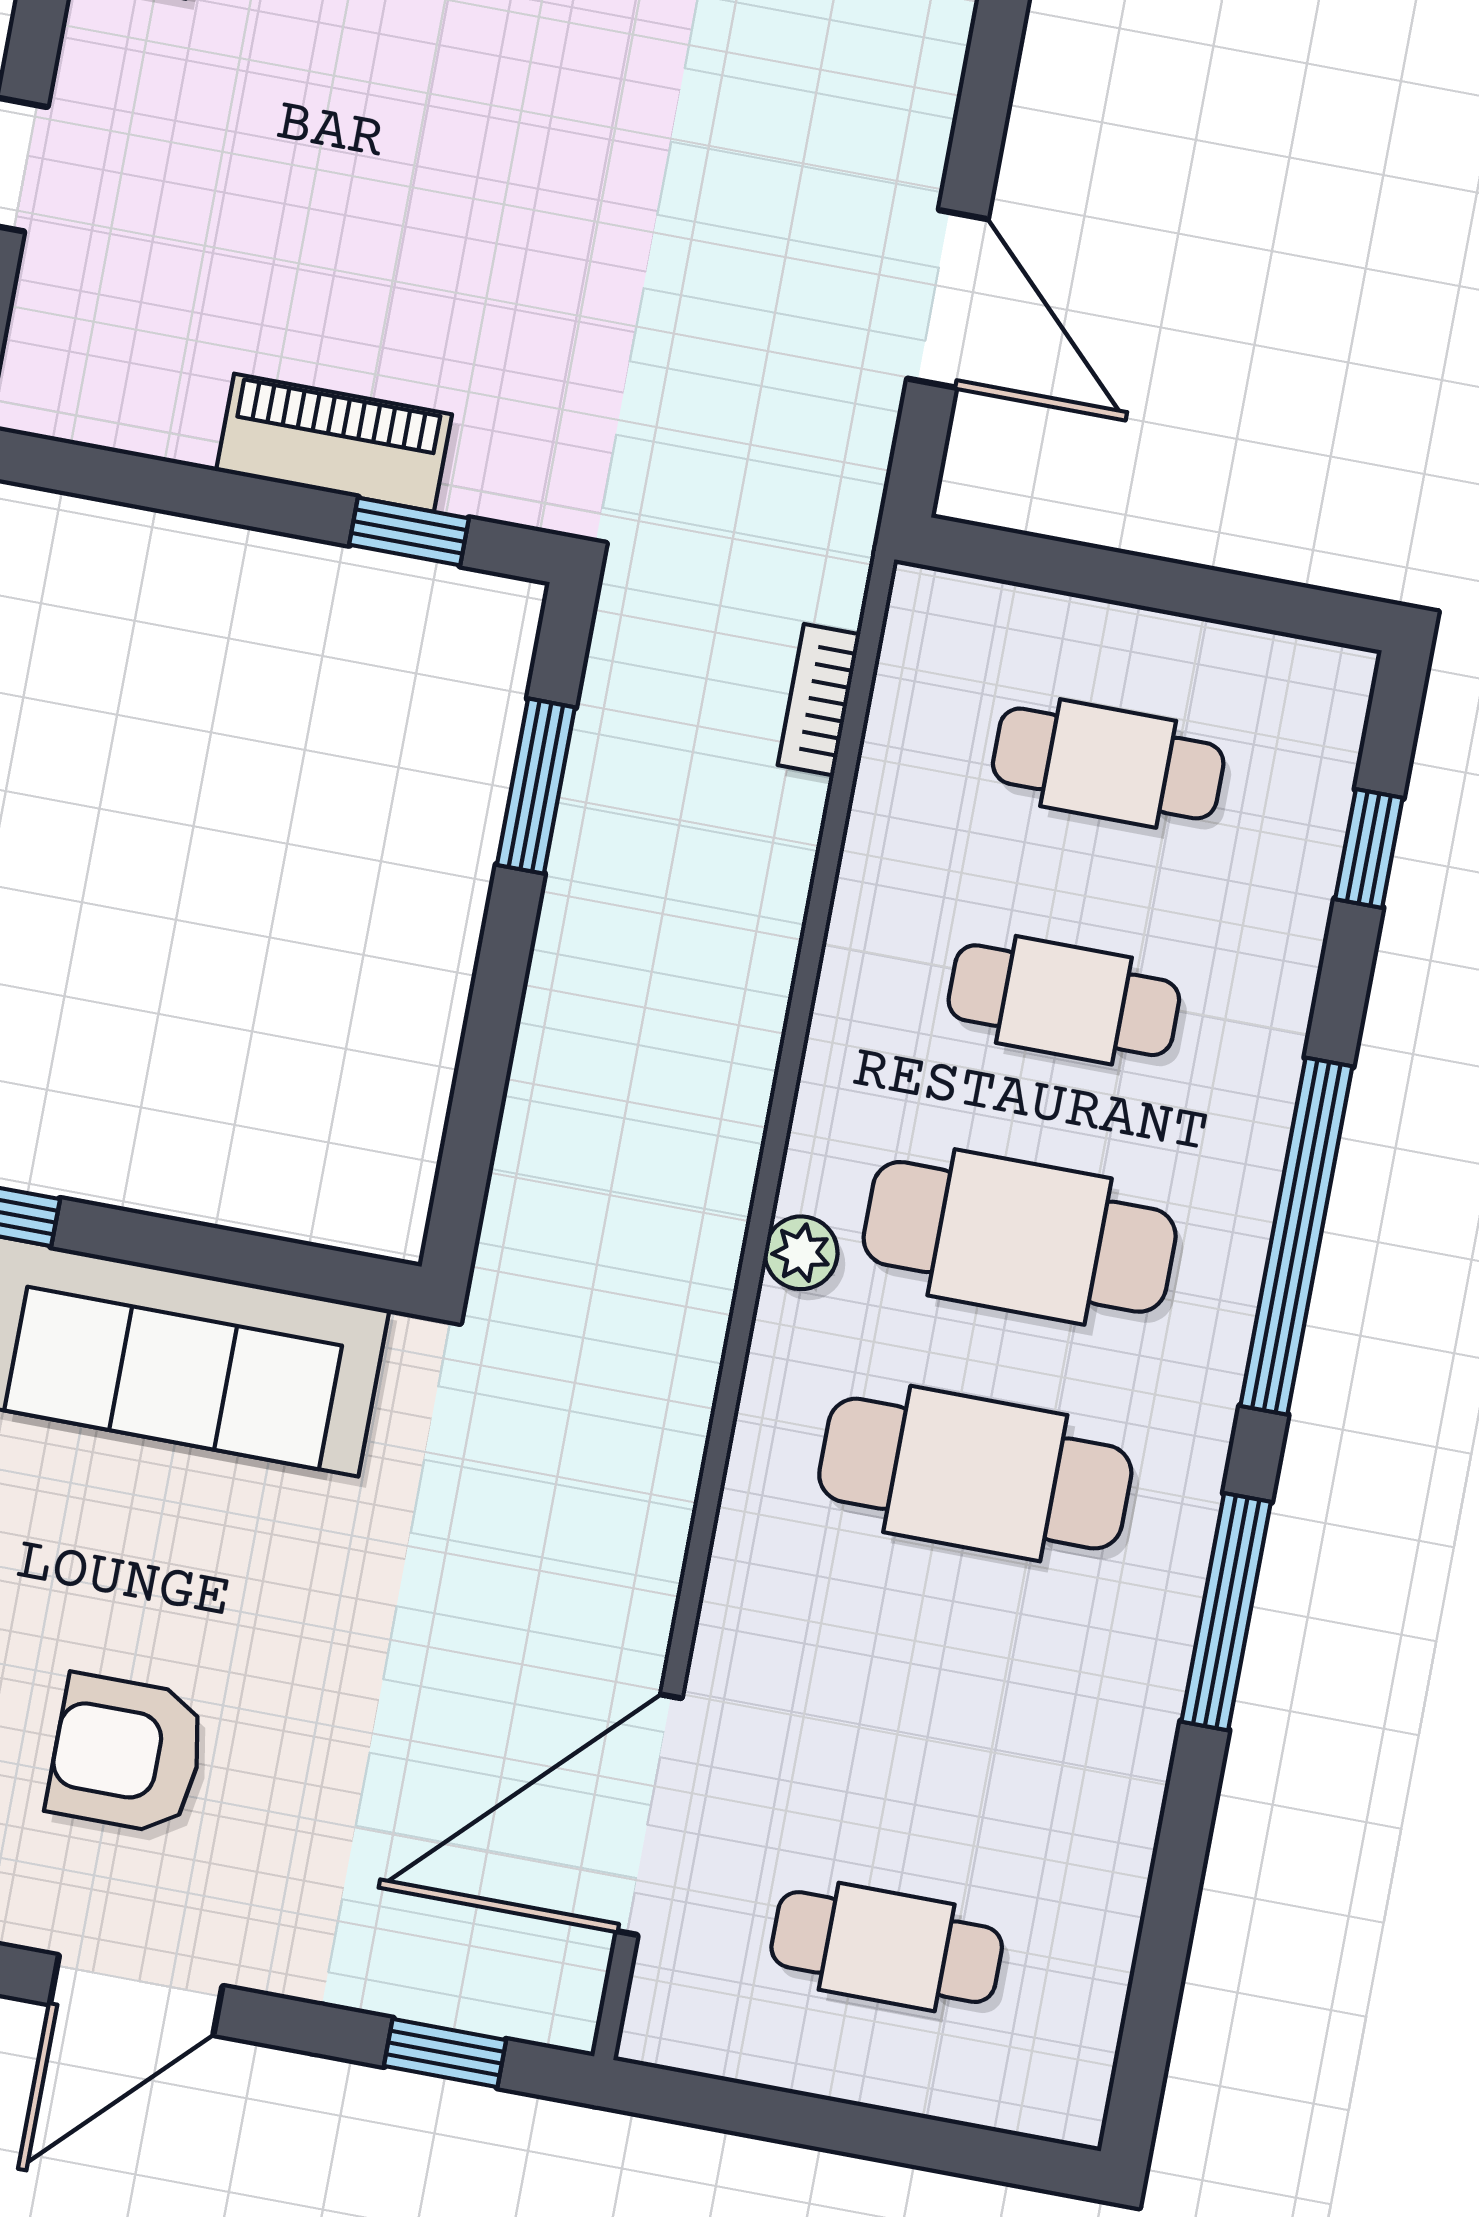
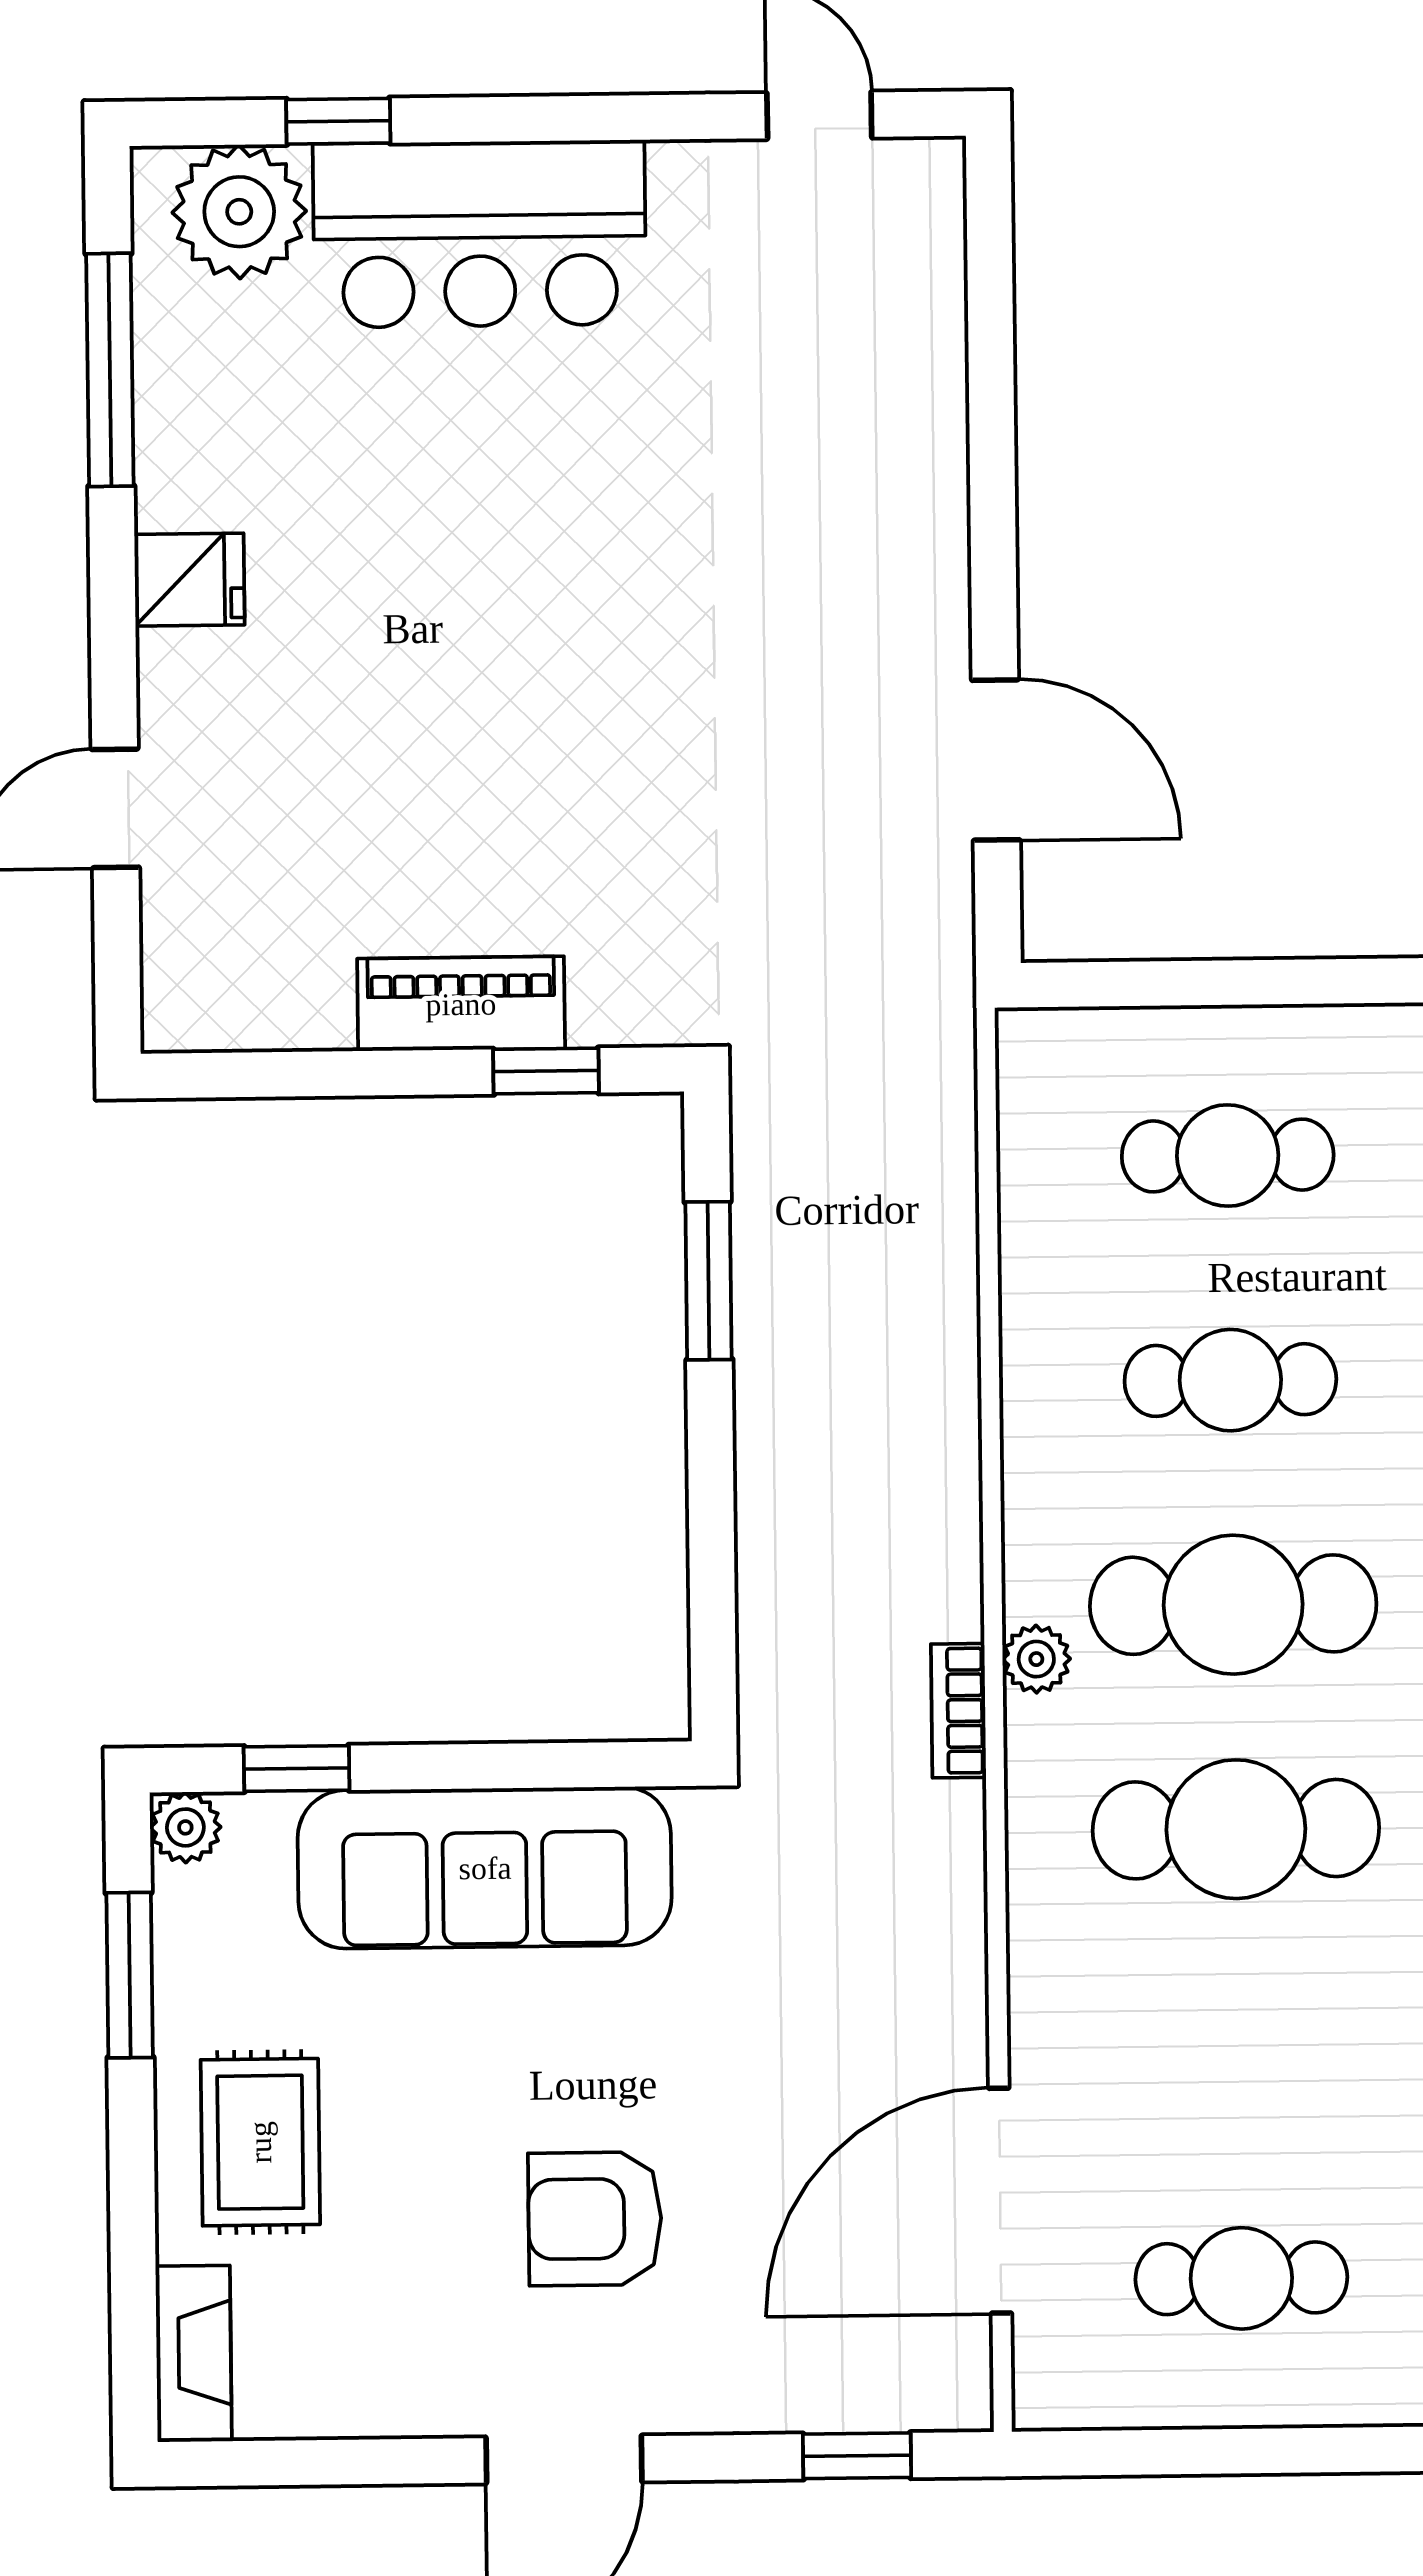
bookcase: (819, 700) -> (958, 1711), moved
armchair: (127, 1754) -> (595, 2219), moved

